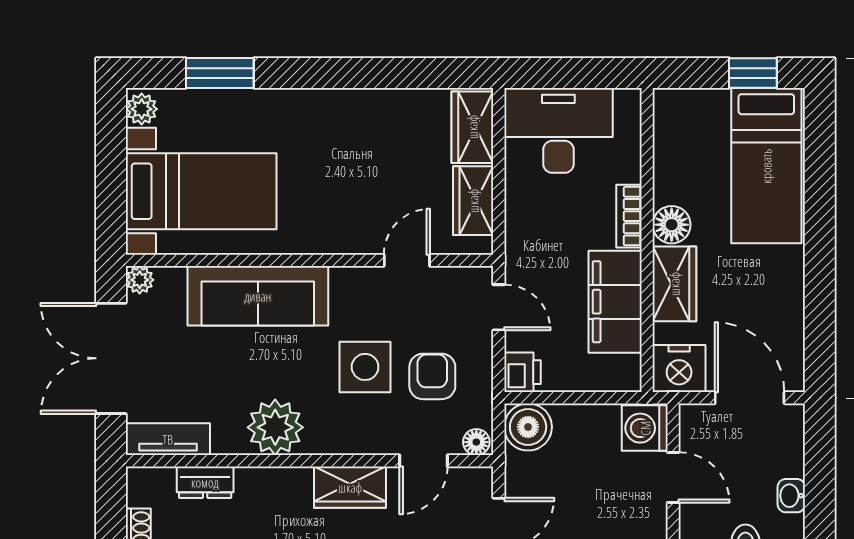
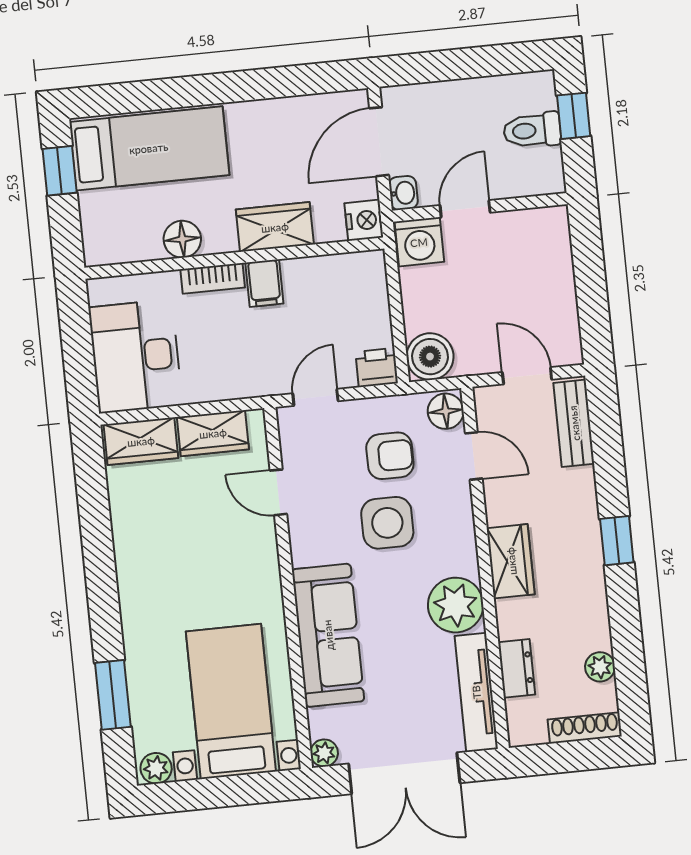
floor lamp: (672, 225) -> (182, 239), moved
filing cabinet: (615, 302) -> (264, 283), width x0.33, depth x0.86
nightstand: (679, 369) -> (364, 220), width x0.74, depth x0.75
armchair: (432, 376) -> (390, 456), turned 180
tv unit: (168, 439) -> (476, 692), width x1.41
floor lamp: (476, 442) -> (446, 411), width x1.37, depth x1.37
wardrobe: (350, 487) -> (511, 561), moved
washbasin: (791, 496) -> (403, 193), moved, turned -90

